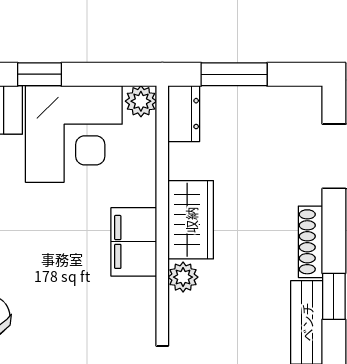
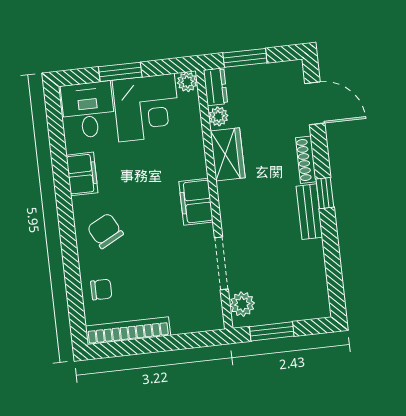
window: (39, 74) -> (120, 72), width x1.50
filing cabinet: (134, 242) -> (196, 202), moved
plant: (183, 277) -> (218, 116), moved

